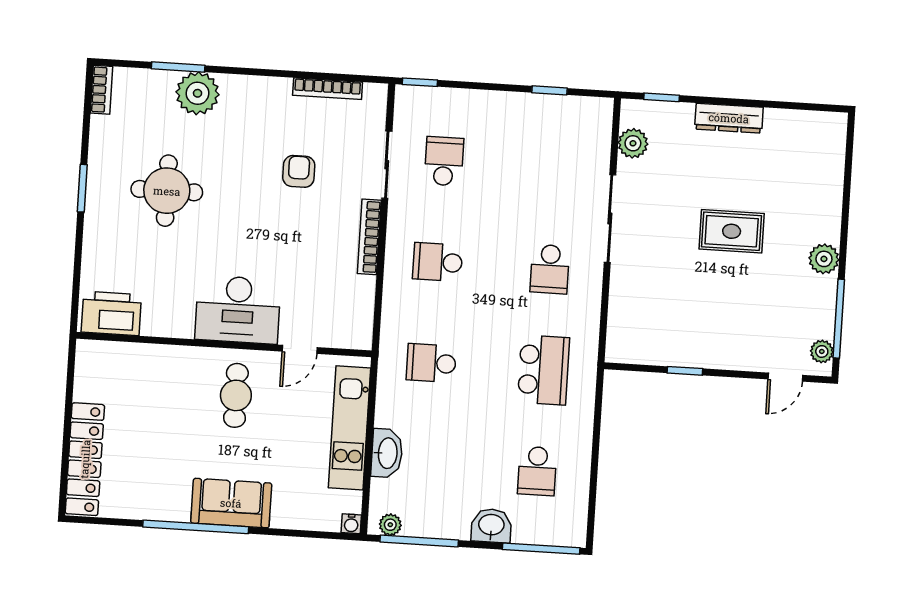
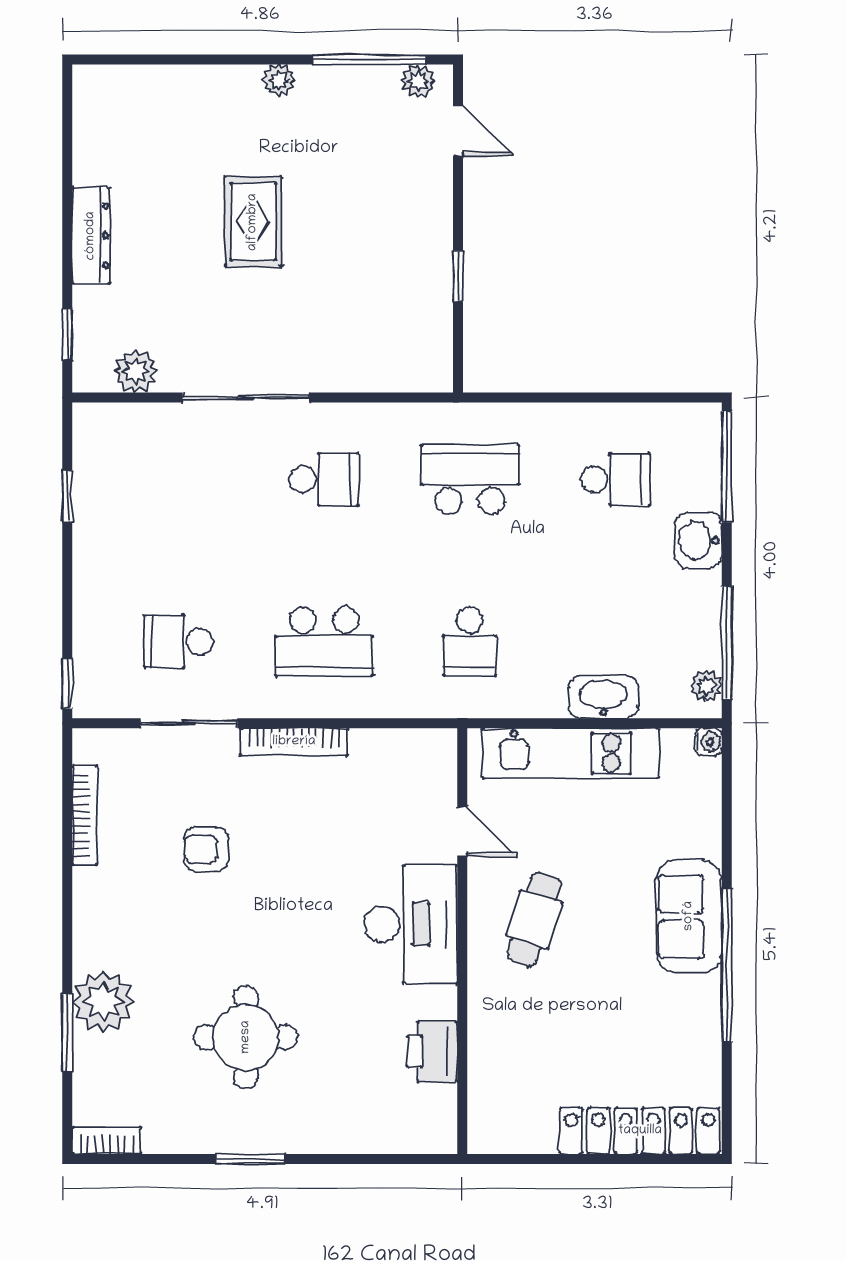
plant: (824, 259) -> (279, 80), width x0.73, depth x0.73
school desk: (438, 262) -> (324, 641), width x1.85
printer: (111, 313) -> (432, 1051), moved, width x0.73, depth x0.84
cafe table: (236, 395) -> (534, 919), turned -72

